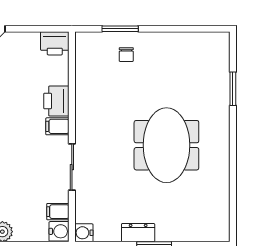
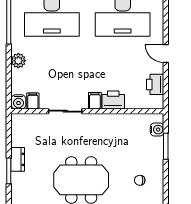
printer: (55, 43) -> (155, 84), moved
chair: (126, 55) -> (140, 180), moved
water cooler: (84, 233) -> (157, 130), moved, turned 90

